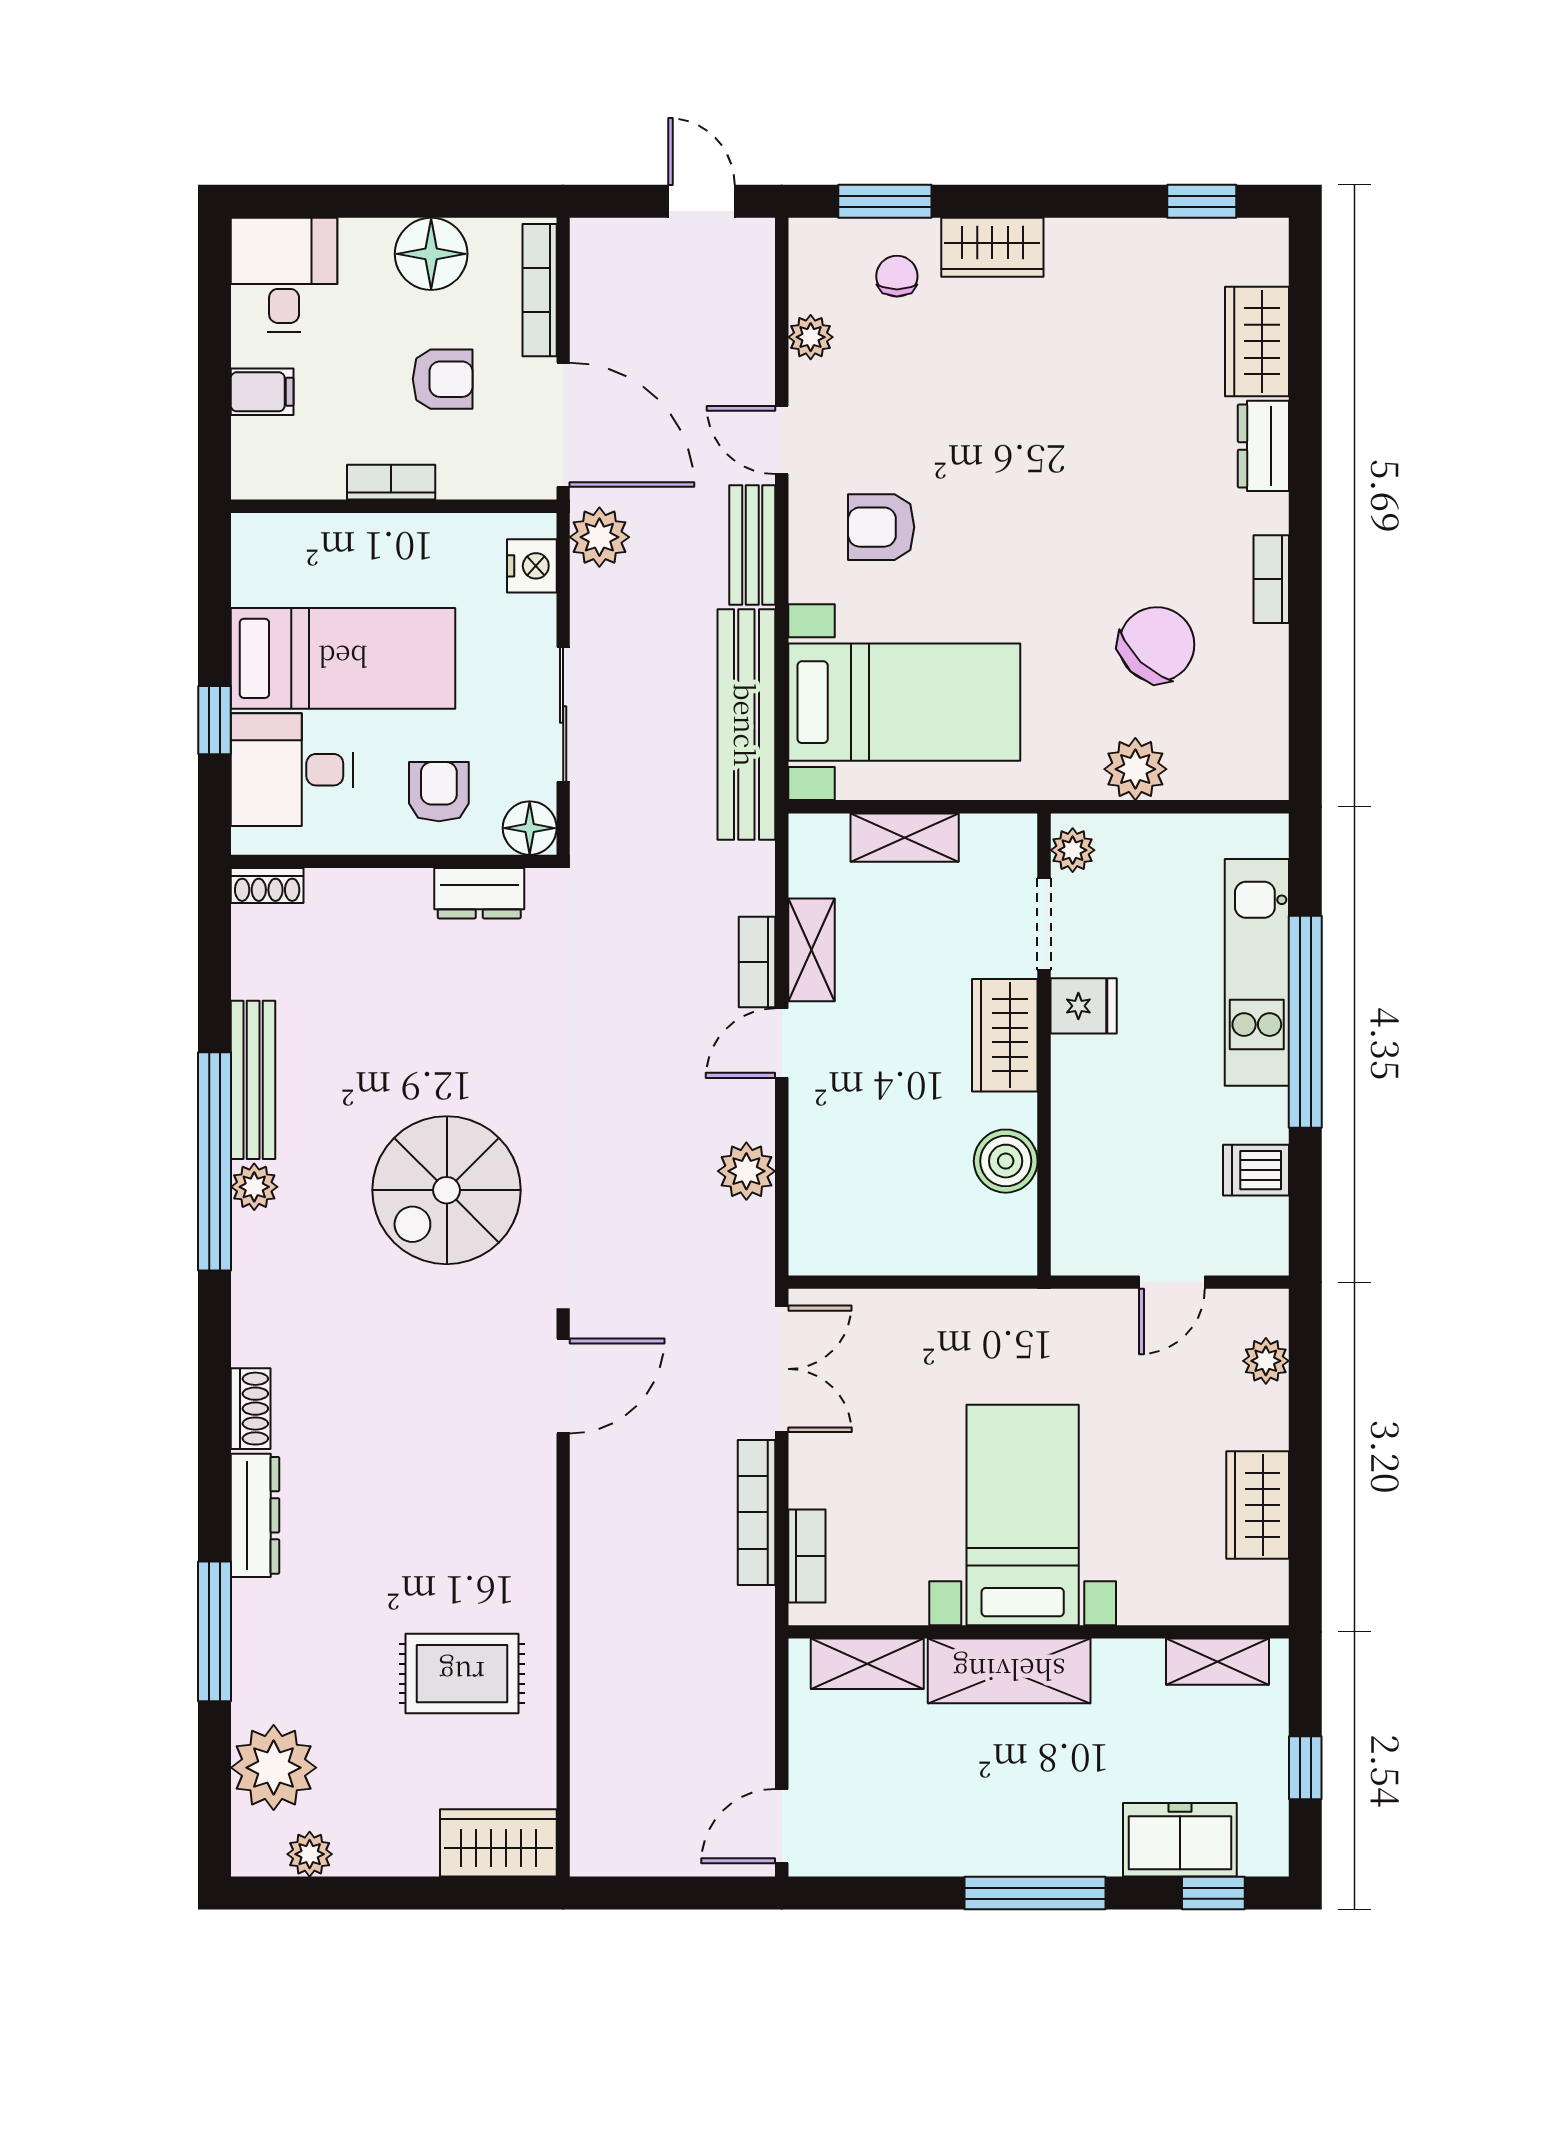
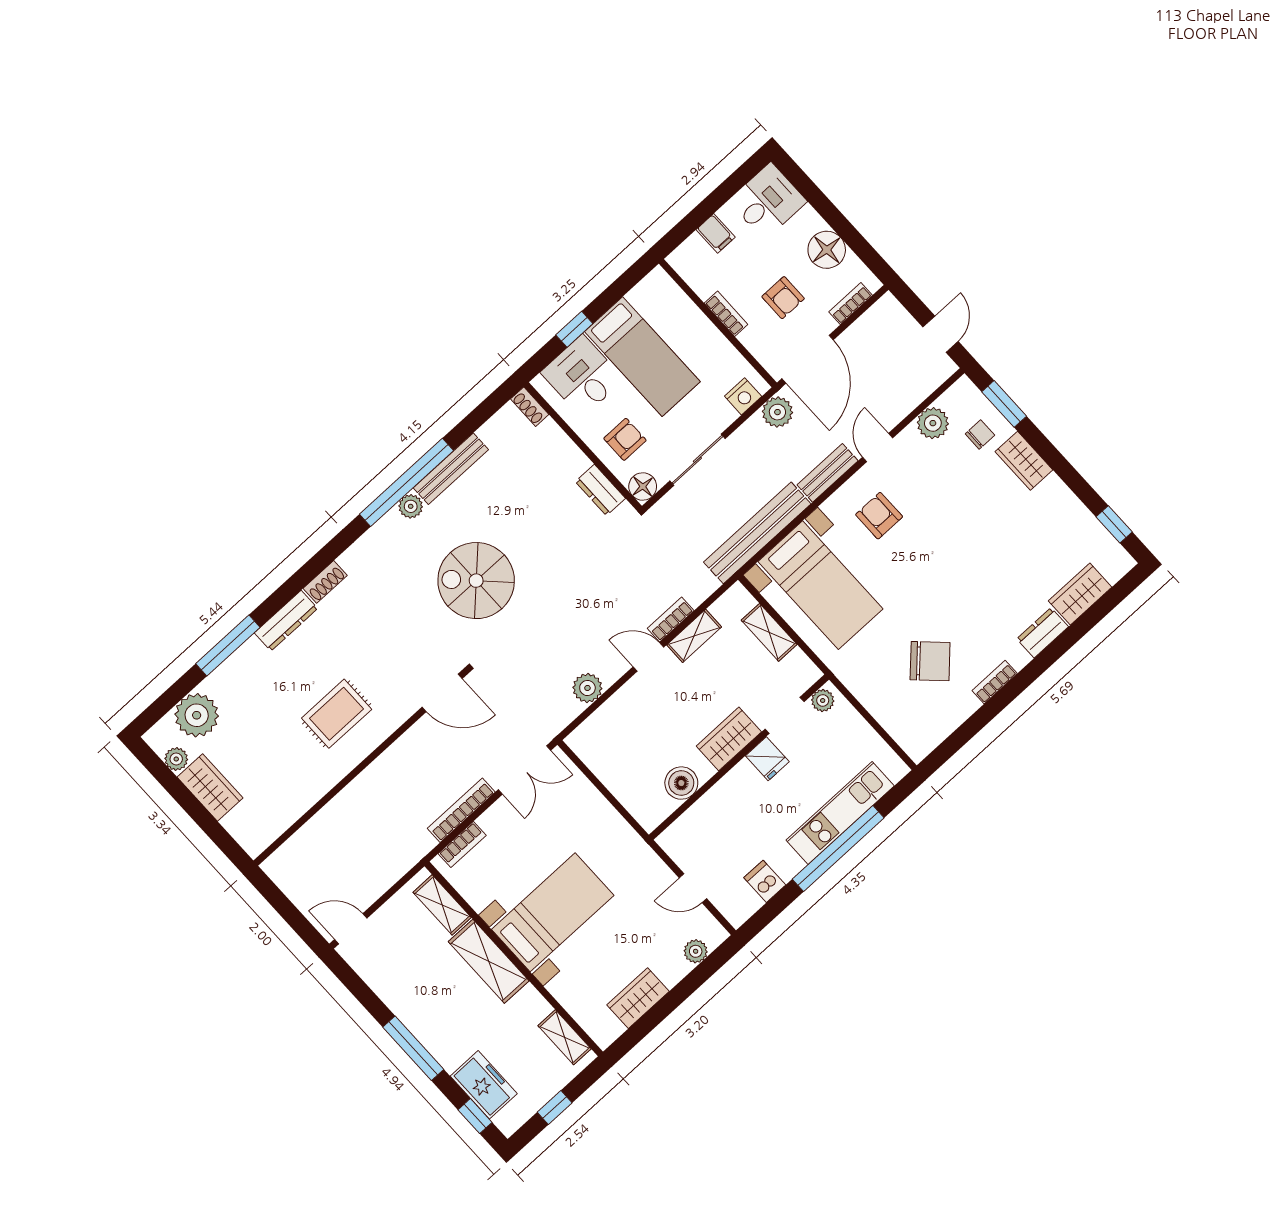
bookcase: (540, 290) -> (851, 304), width x0.64
plant: (811, 337) -> (933, 423), width x1.38, depth x1.38
plant: (1135, 769) -> (875, 696), removed
rug: (462, 1674) -> (337, 714), moved, turned 90
wardrobe: (498, 1843) -> (210, 787), moved

